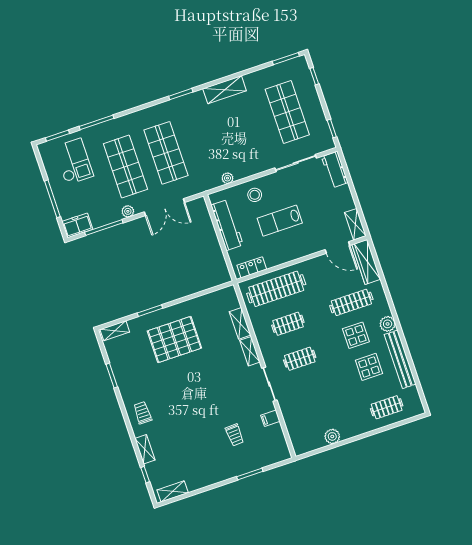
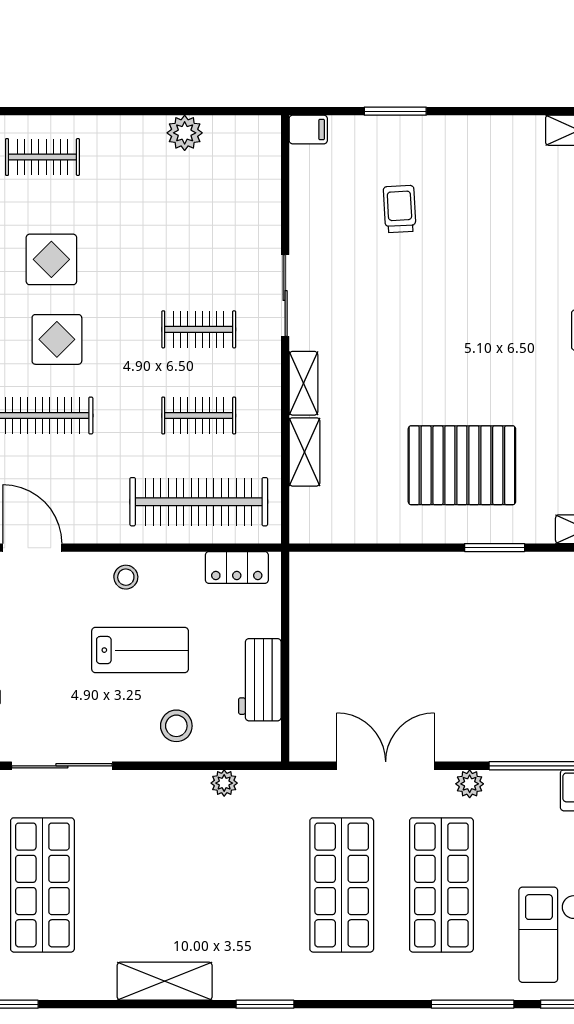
workbench: (227, 225) -> (260, 680), width x0.73
stool: (295, 248) -> (126, 577), added
filing cabinet: (270, 418) -> (308, 129), moved

